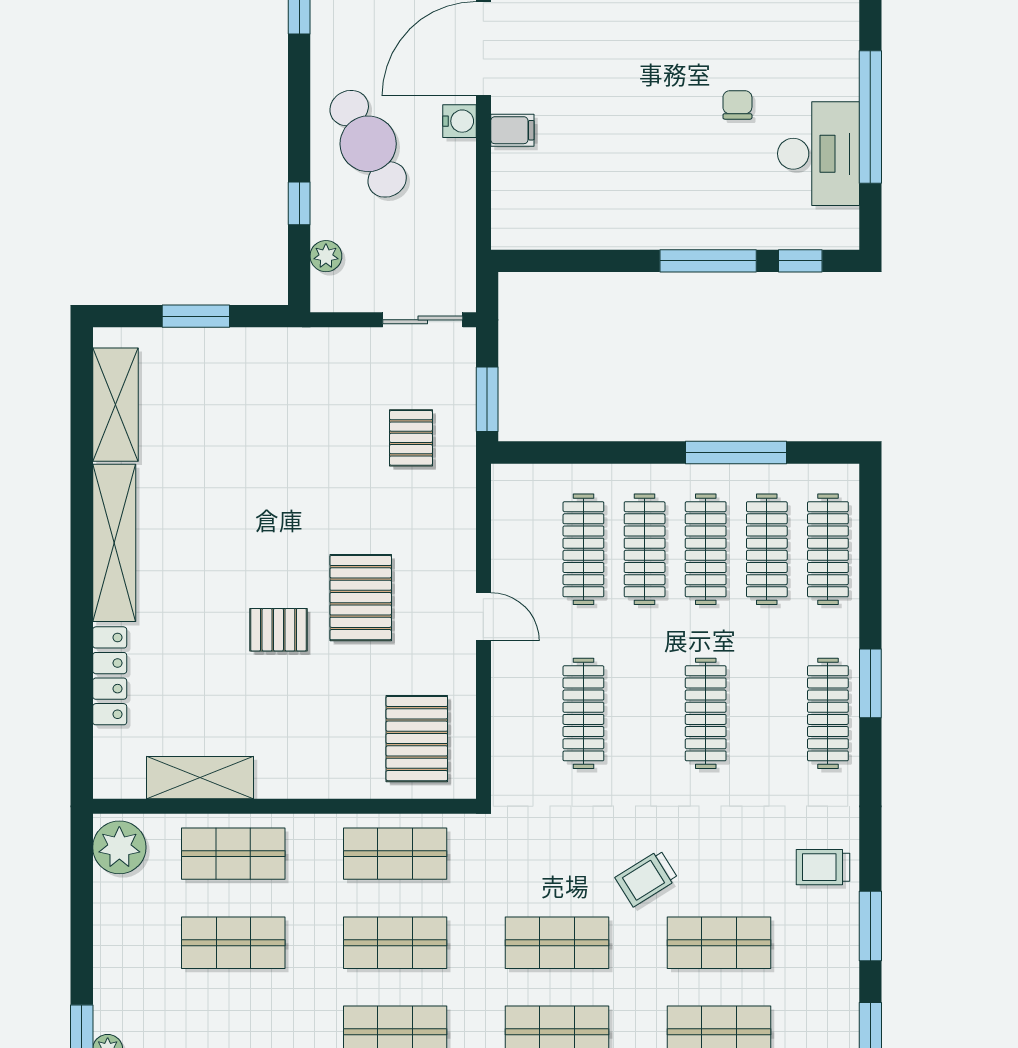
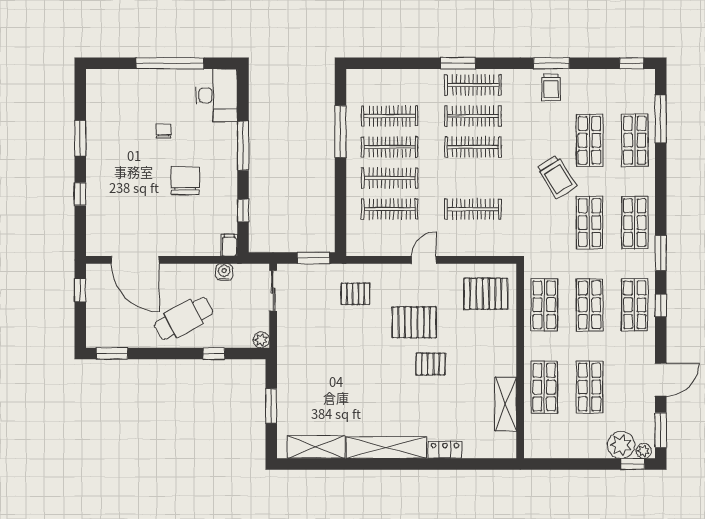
chair: (737, 105) -> (164, 131), turned 90
water cooler: (460, 121) -> (224, 272), moved
filing cabinet: (512, 130) -> (229, 245), moved
chair: (640, 147) -> (185, 180), added
desk: (819, 154) -> (217, 95), moved, turned 90
plant: (326, 256) -> (261, 340), moved
window: (800, 261) -> (243, 211), moved
pallet: (411, 438) -> (356, 294), moved
clothes rail: (828, 549) -> (473, 116), moved
pallet: (278, 630) -> (430, 364), turned 90
locker: (110, 676) -> (445, 450), width x0.66
plant: (119, 847) -> (621, 445), moved
trolley: (647, 878) -> (557, 177), width x1.36, depth x1.39
window: (870, 926) -> (551, 63), moved

